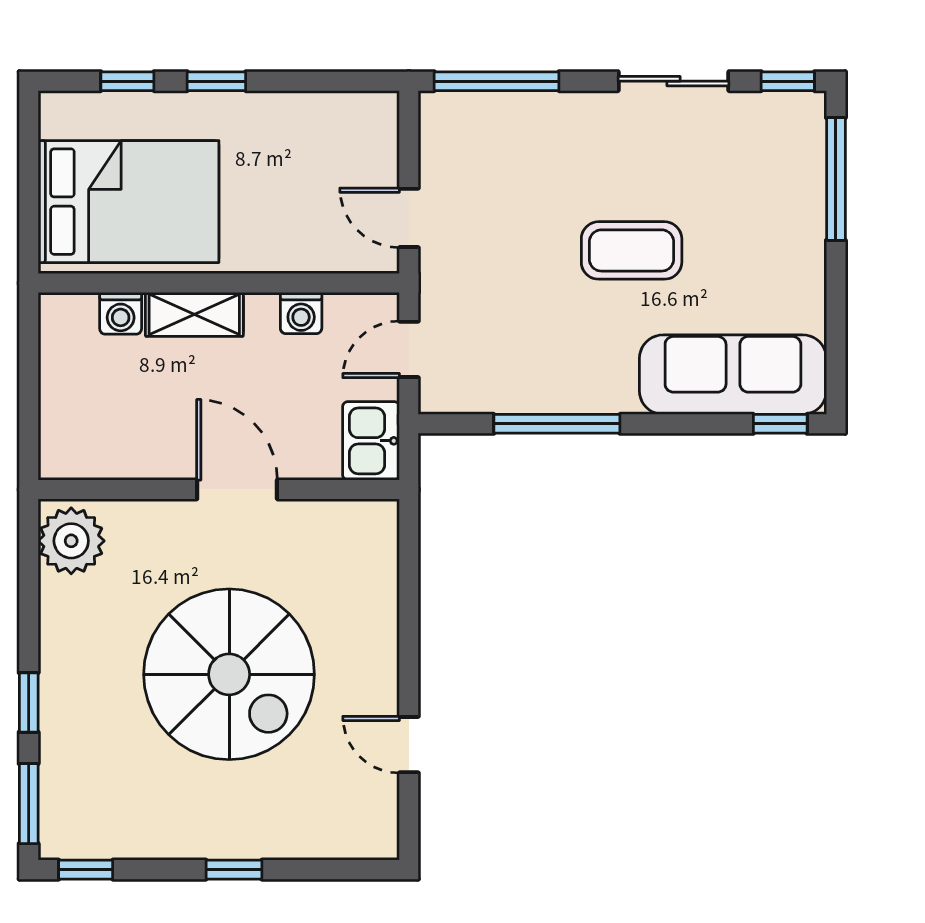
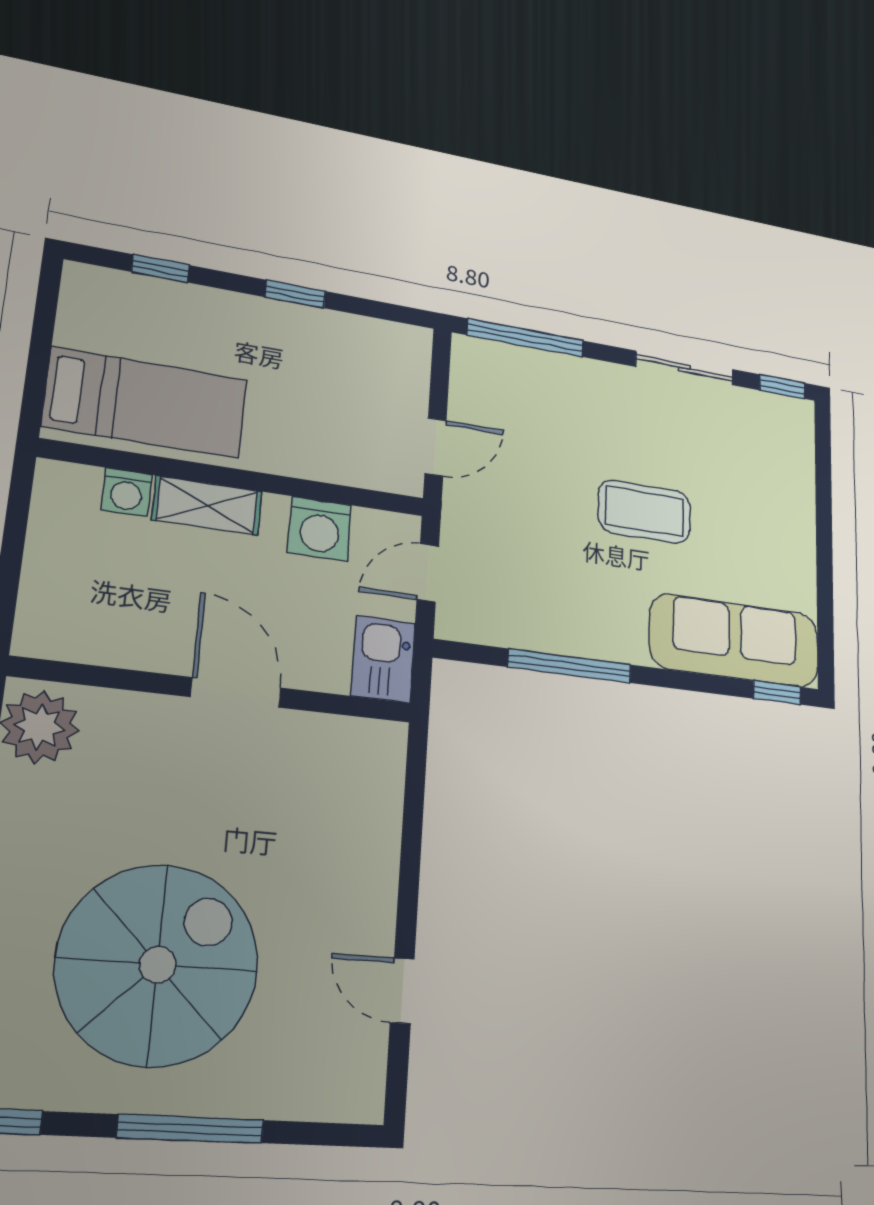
window: (216, 81) -> (295, 294), moved
window: (836, 179) -> (823, 478), removed
bed: (128, 202) -> (146, 403), width x0.67
door: (409, 218) -> (436, 447), swing flipped
washing machine: (301, 313) -> (320, 529), width x1.38, depth x1.38
spiral stairs: (229, 674) -> (158, 965), moved, turned -90
window: (234, 870) -> (191, 1129), width x2.17

